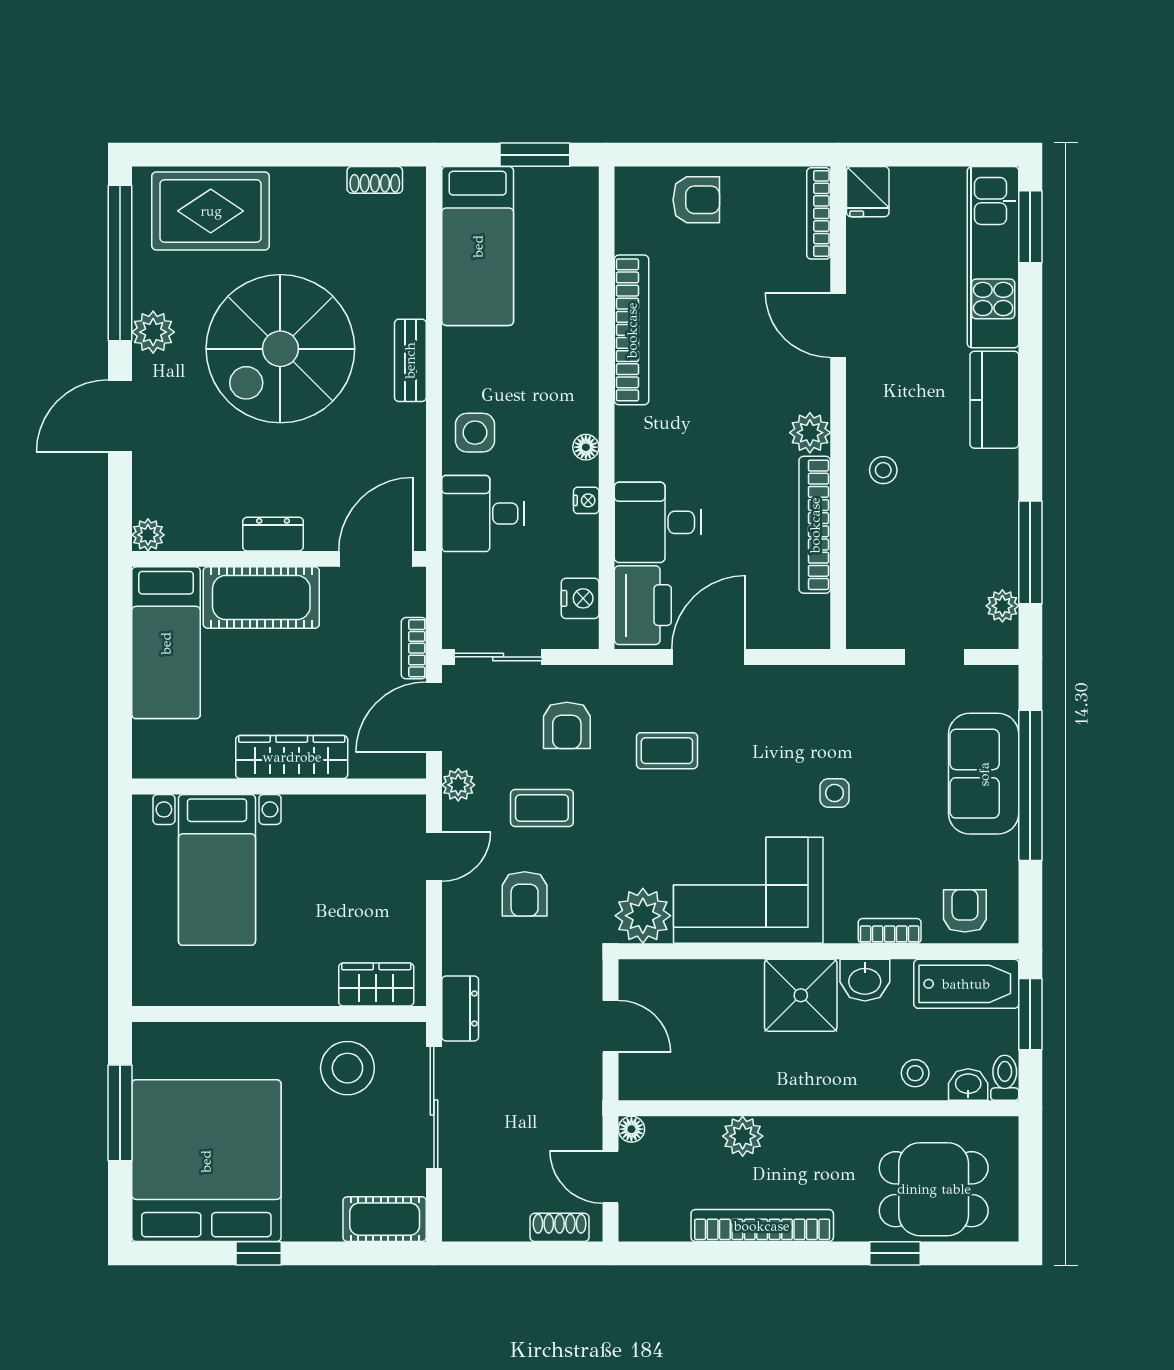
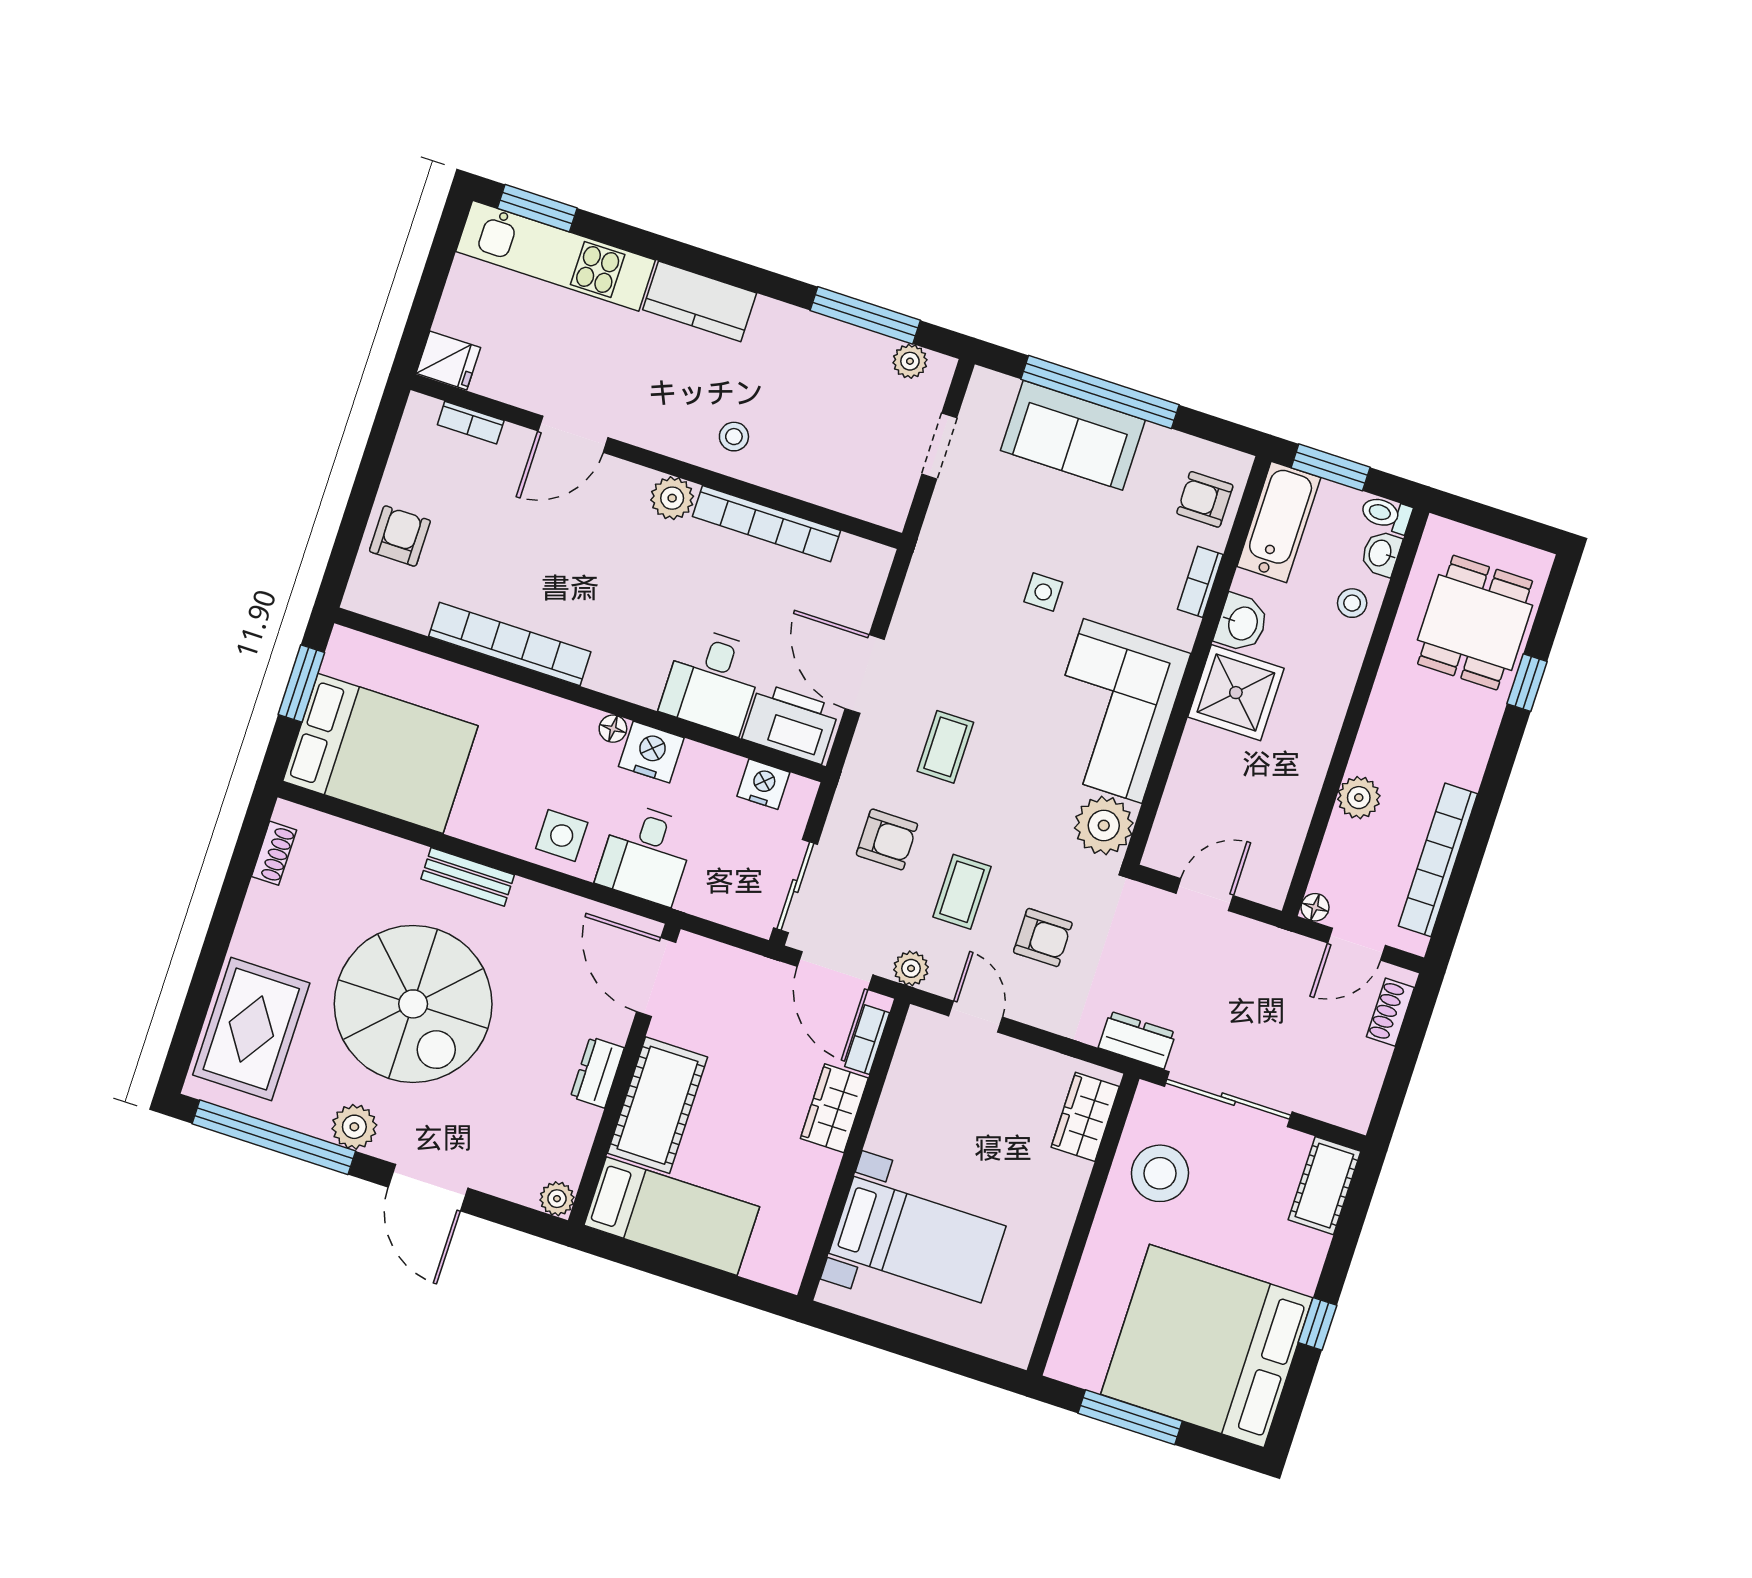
bookcase: (819, 213) -> (471, 423), width x0.64
bed: (478, 246) -> (380, 753), width x1.50
nightstand: (586, 500) -> (651, 752), width x1.89, depth x1.79
bookcase: (414, 648) -> (867, 1040), moved, turned 90
wardrobe: (292, 757) -> (834, 1108), width x0.67
bookcase: (762, 1226) -> (1438, 860), moved

